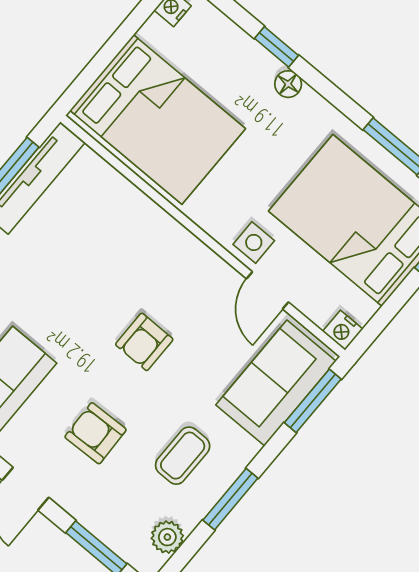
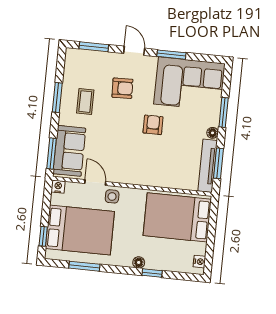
armchair: (144, 342) -> (153, 125), moved
plant: (167, 537) -> (71, 68), removed

